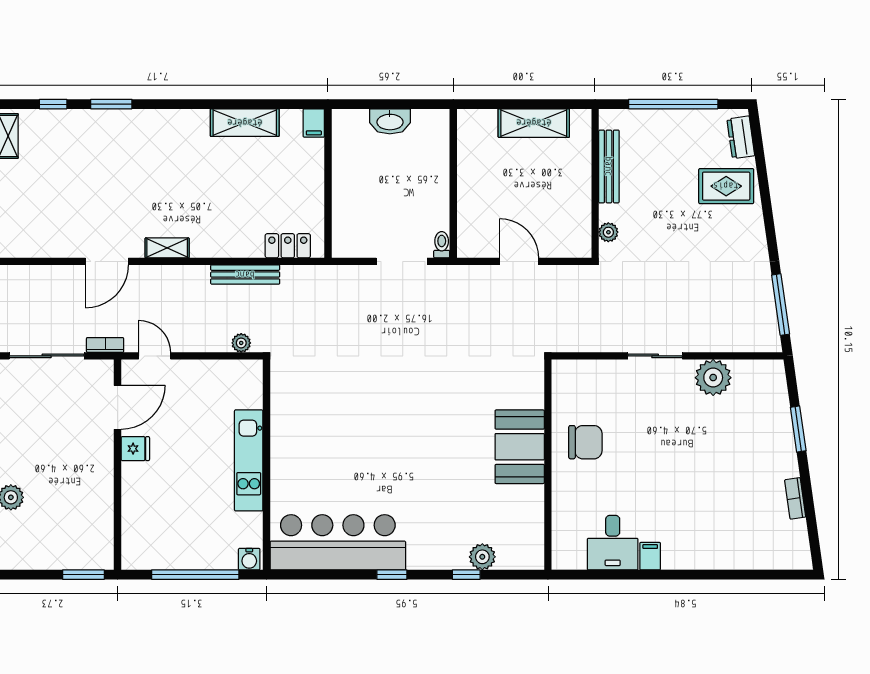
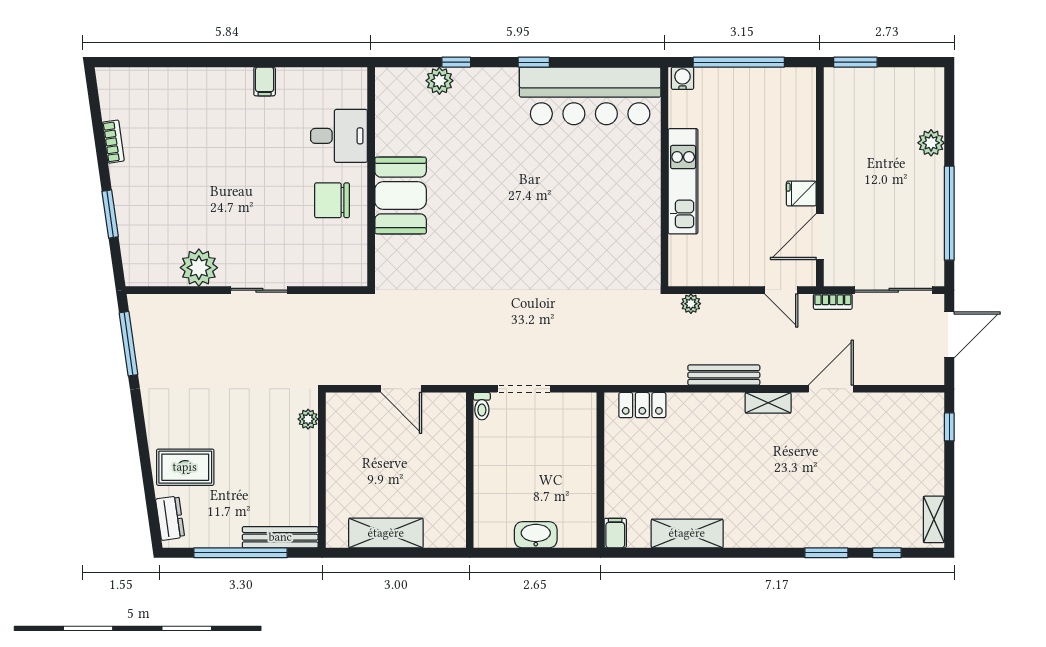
bench: (609, 166) -> (280, 537), moved, turned 90
bench: (245, 275) -> (724, 375), moved
desk: (613, 543) -> (339, 136), moved, turned 90

